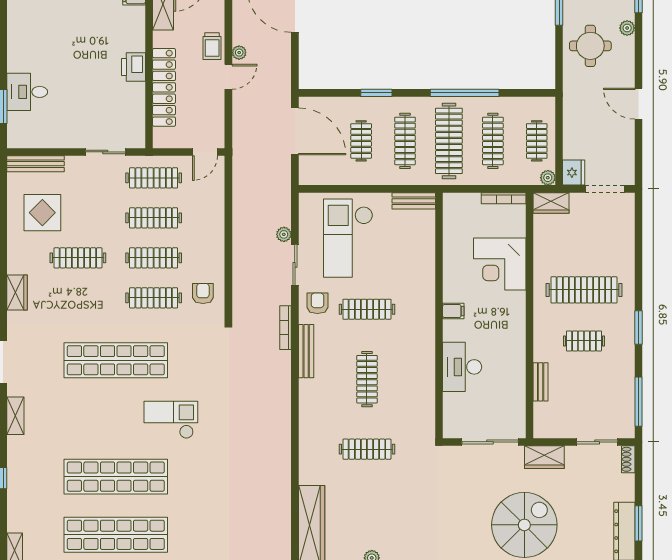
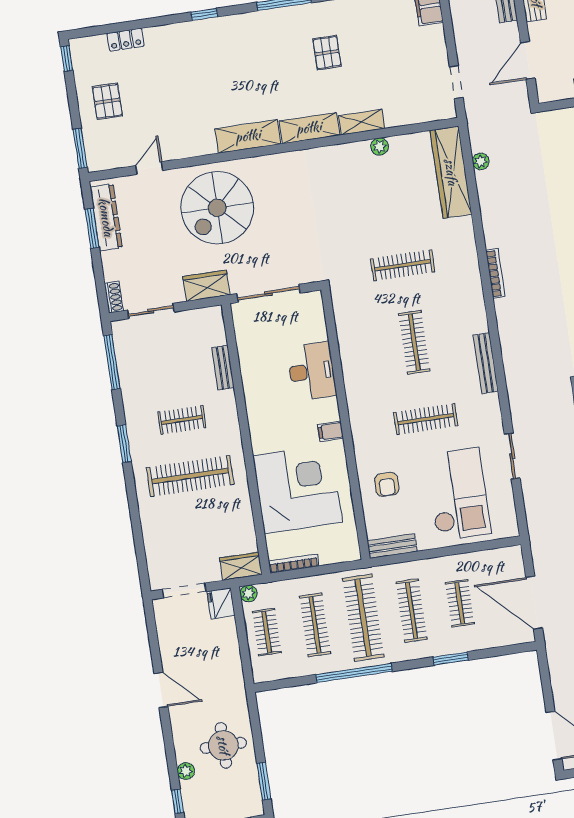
plant: (284, 234) -> (481, 161), moved
corner desk: (500, 264) -> (298, 489), width x1.36, depth x1.36
armchair: (317, 303) -> (387, 484), moved
bookcase: (286, 328) -> (495, 273), moved

